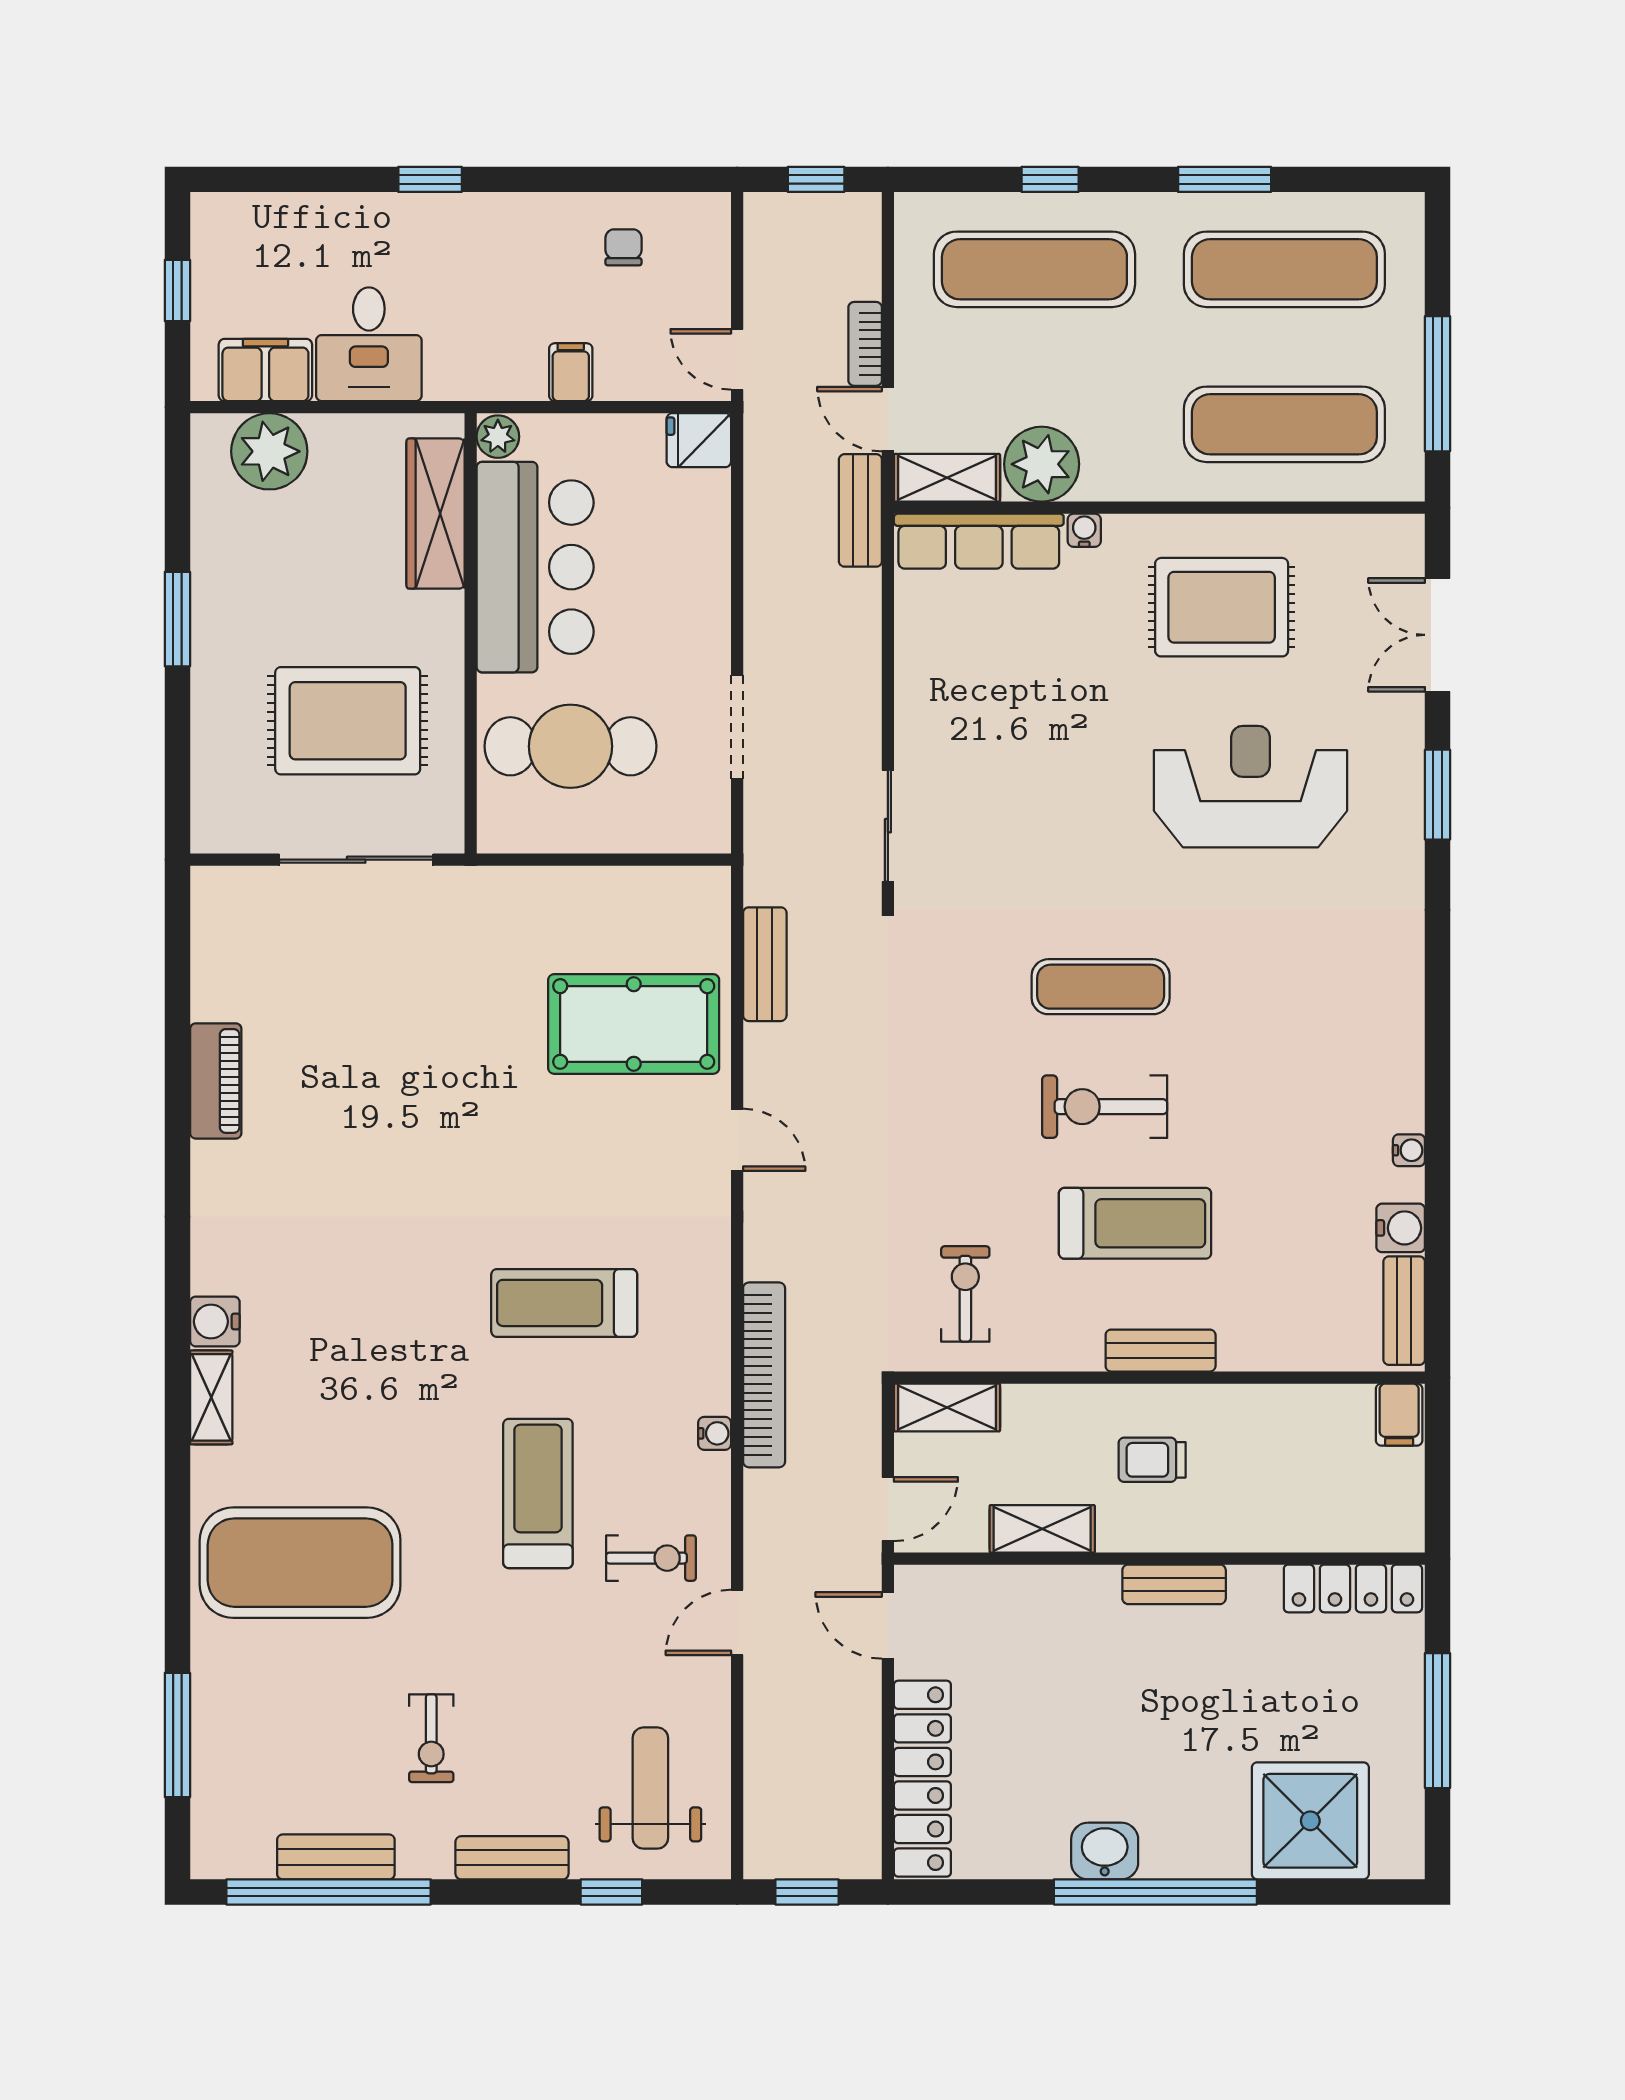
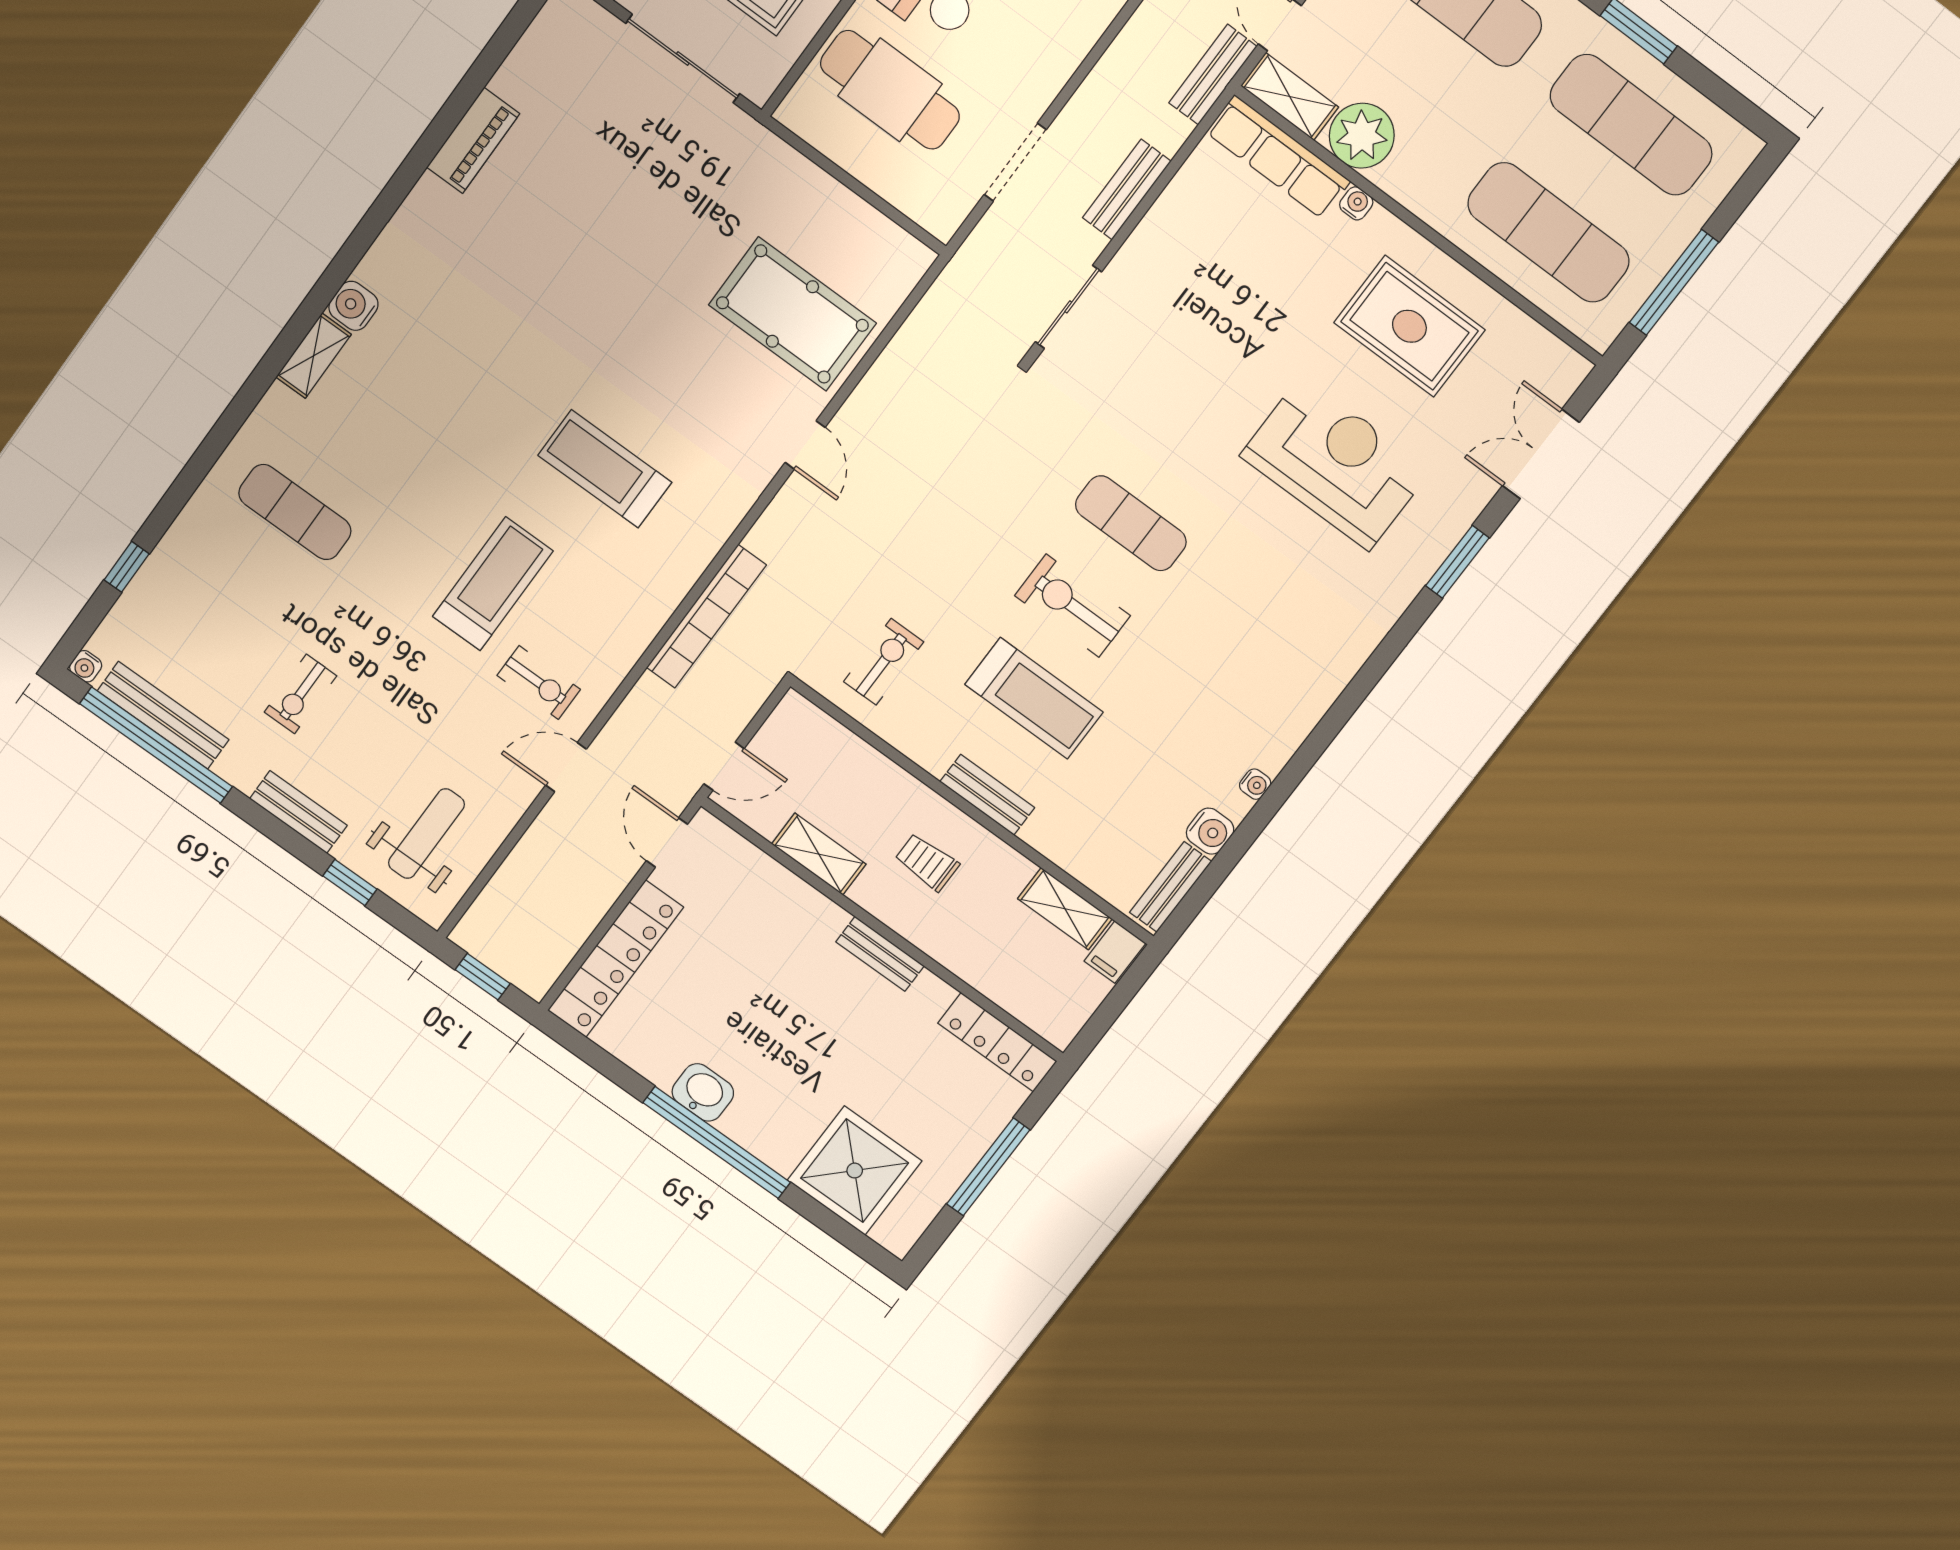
bench: (765, 964) -> (1127, 189), moved
shelving: (947, 1407) -> (1065, 909), moved
water cooler: (715, 1433) -> (86, 666), moved, turned 90
exercise mat: (300, 1563) -> (295, 512), width x0.50, depth x0.69
window: (177, 1735) -> (127, 567), width x0.46
bench: (336, 1857) -> (163, 715), width x1.36

